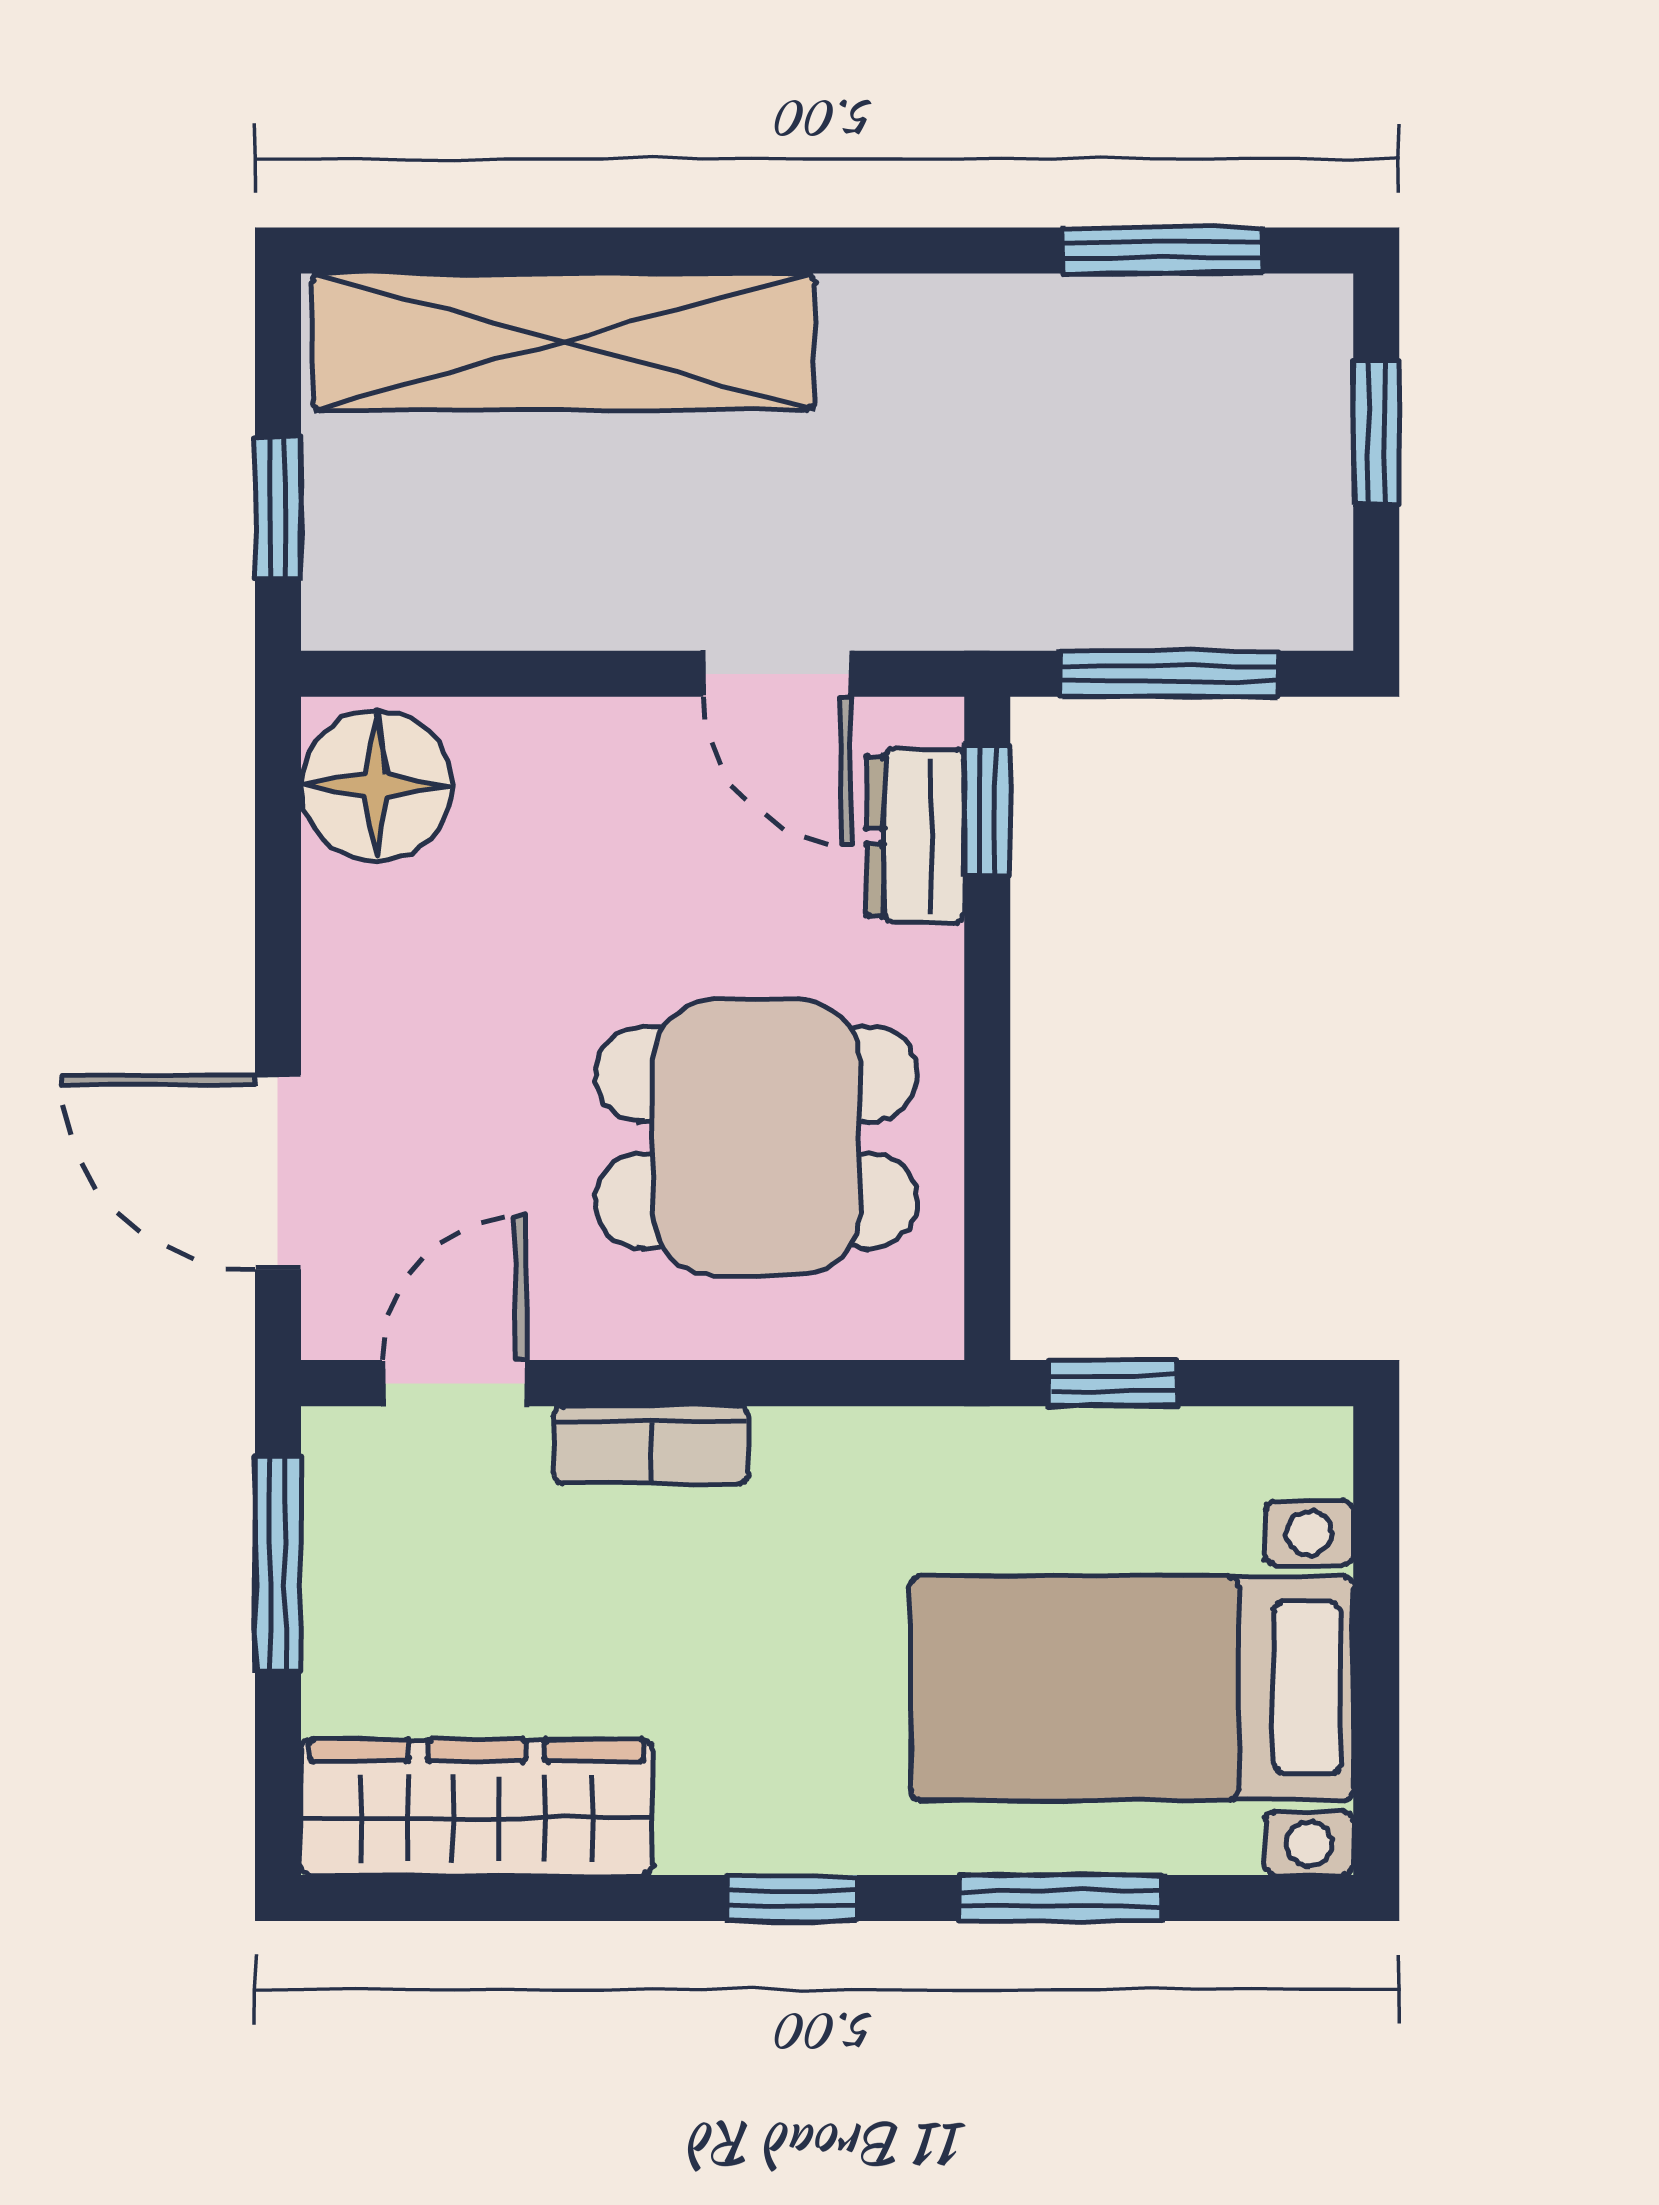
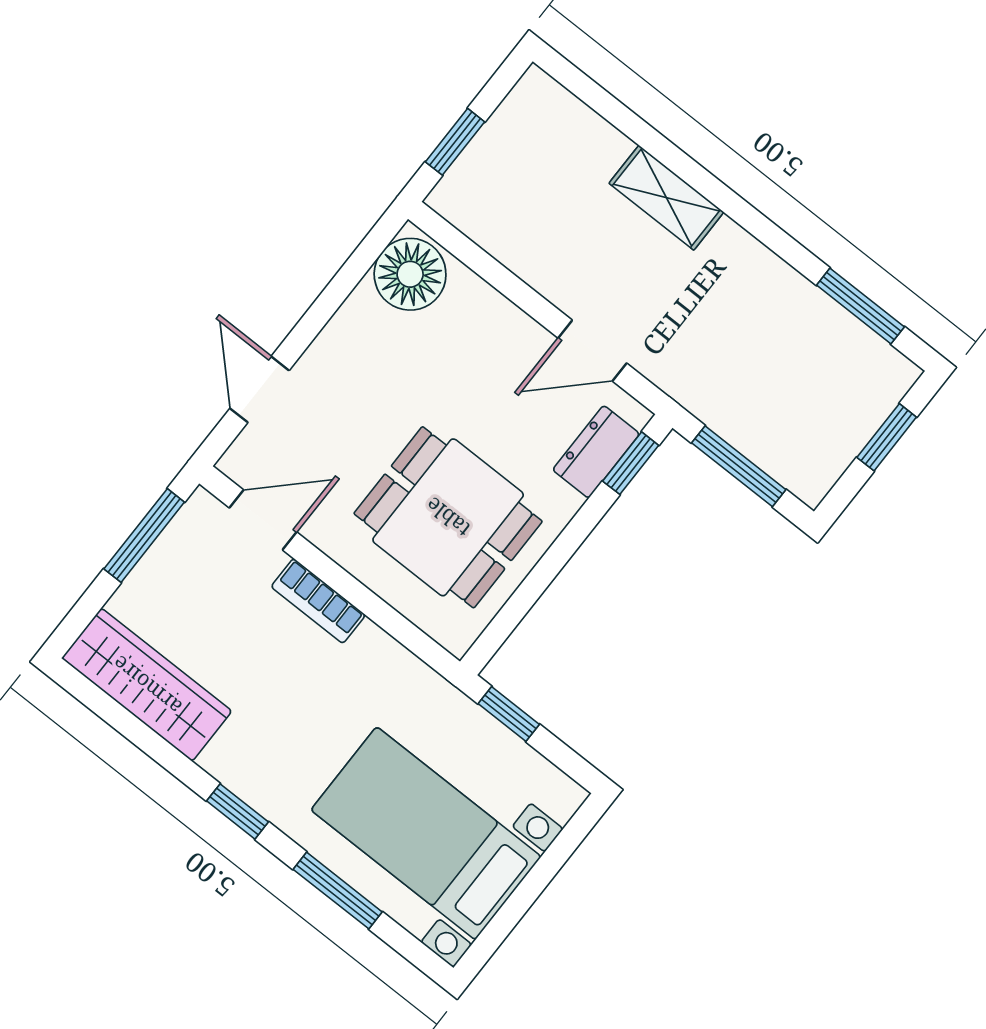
shelving: (563, 342) -> (666, 198), width x0.45, depth x0.75
door: (777, 674) -> (592, 351), hinge flipped
door: (278, 1172) -> (259, 389), width x0.73

